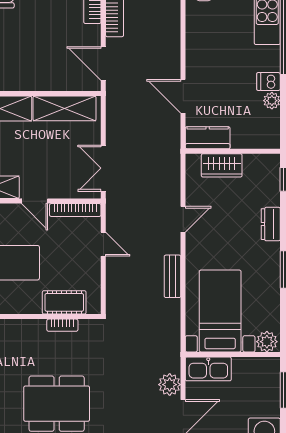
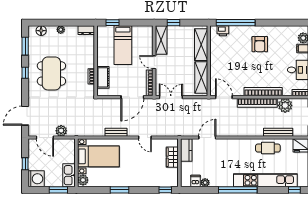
door: (103, 63) -> (224, 97), hinge flipped
dishwasher: (269, 82) -> (195, 181), moved
door: (34, 201) -> (154, 62), hinge flipped
dresser: (271, 224) -> (143, 182), removed
door: (103, 244) -> (132, 97), width x1.87
kitchen sink: (208, 369) -> (69, 175), moved

